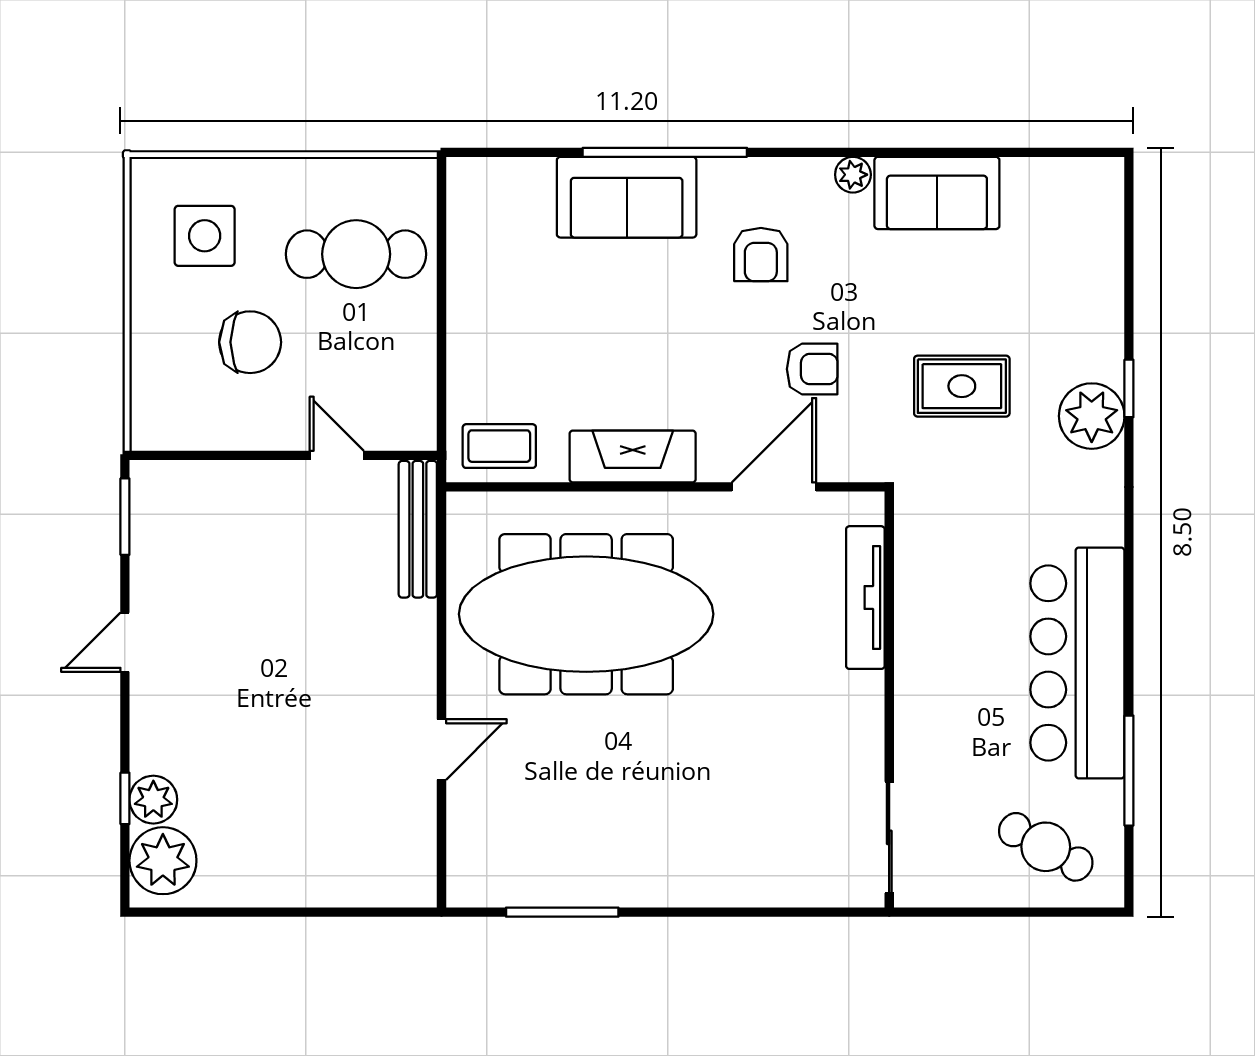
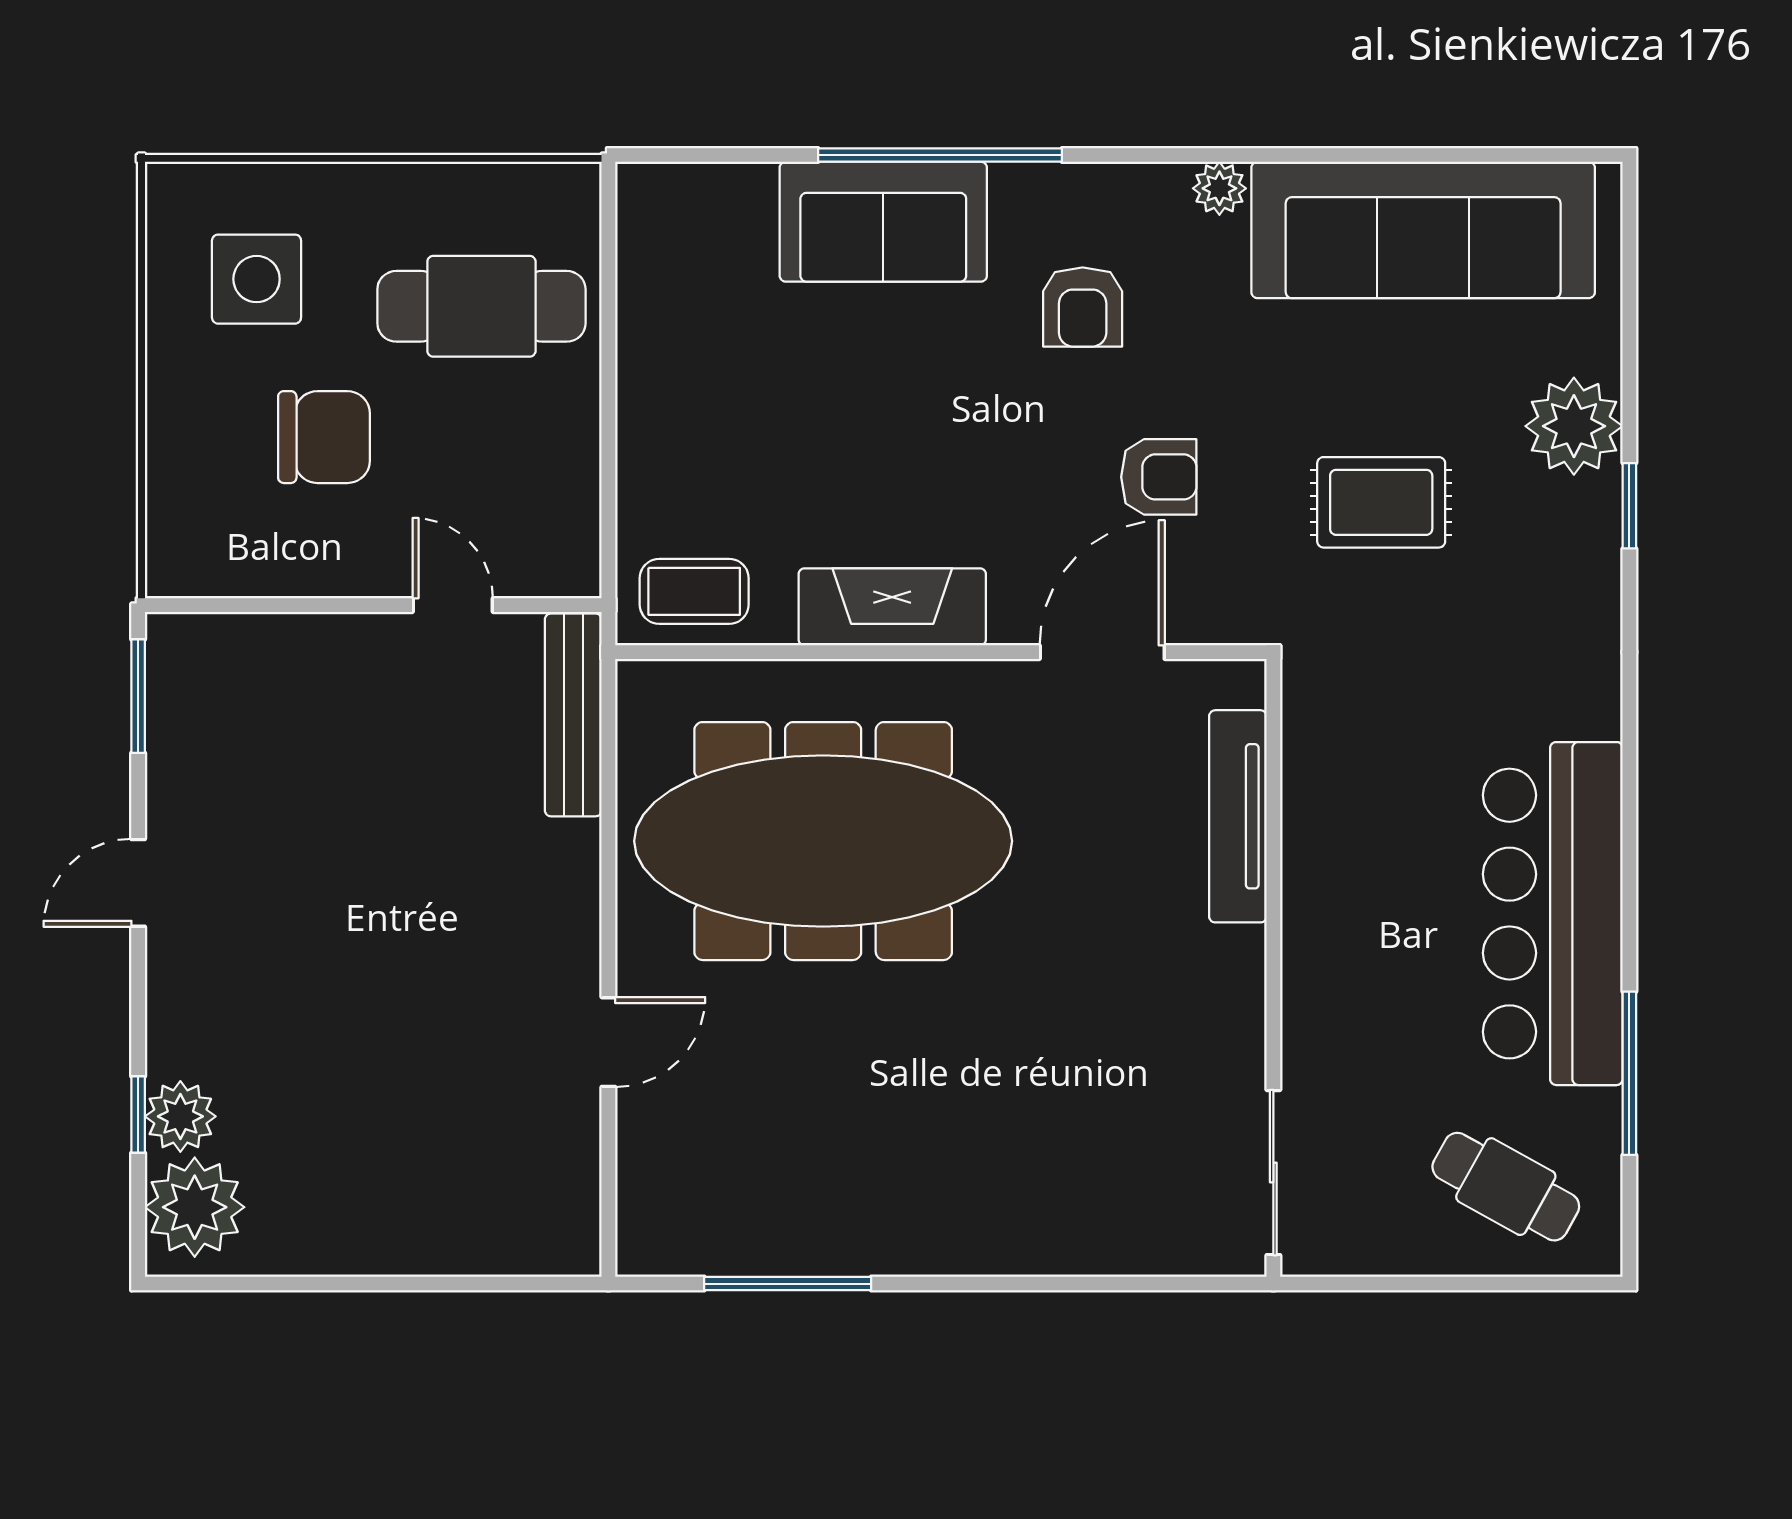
sofa: (937, 193) -> (1423, 230), width x1.85, depth x1.27
plant: (1092, 416) -> (1574, 426), moved

